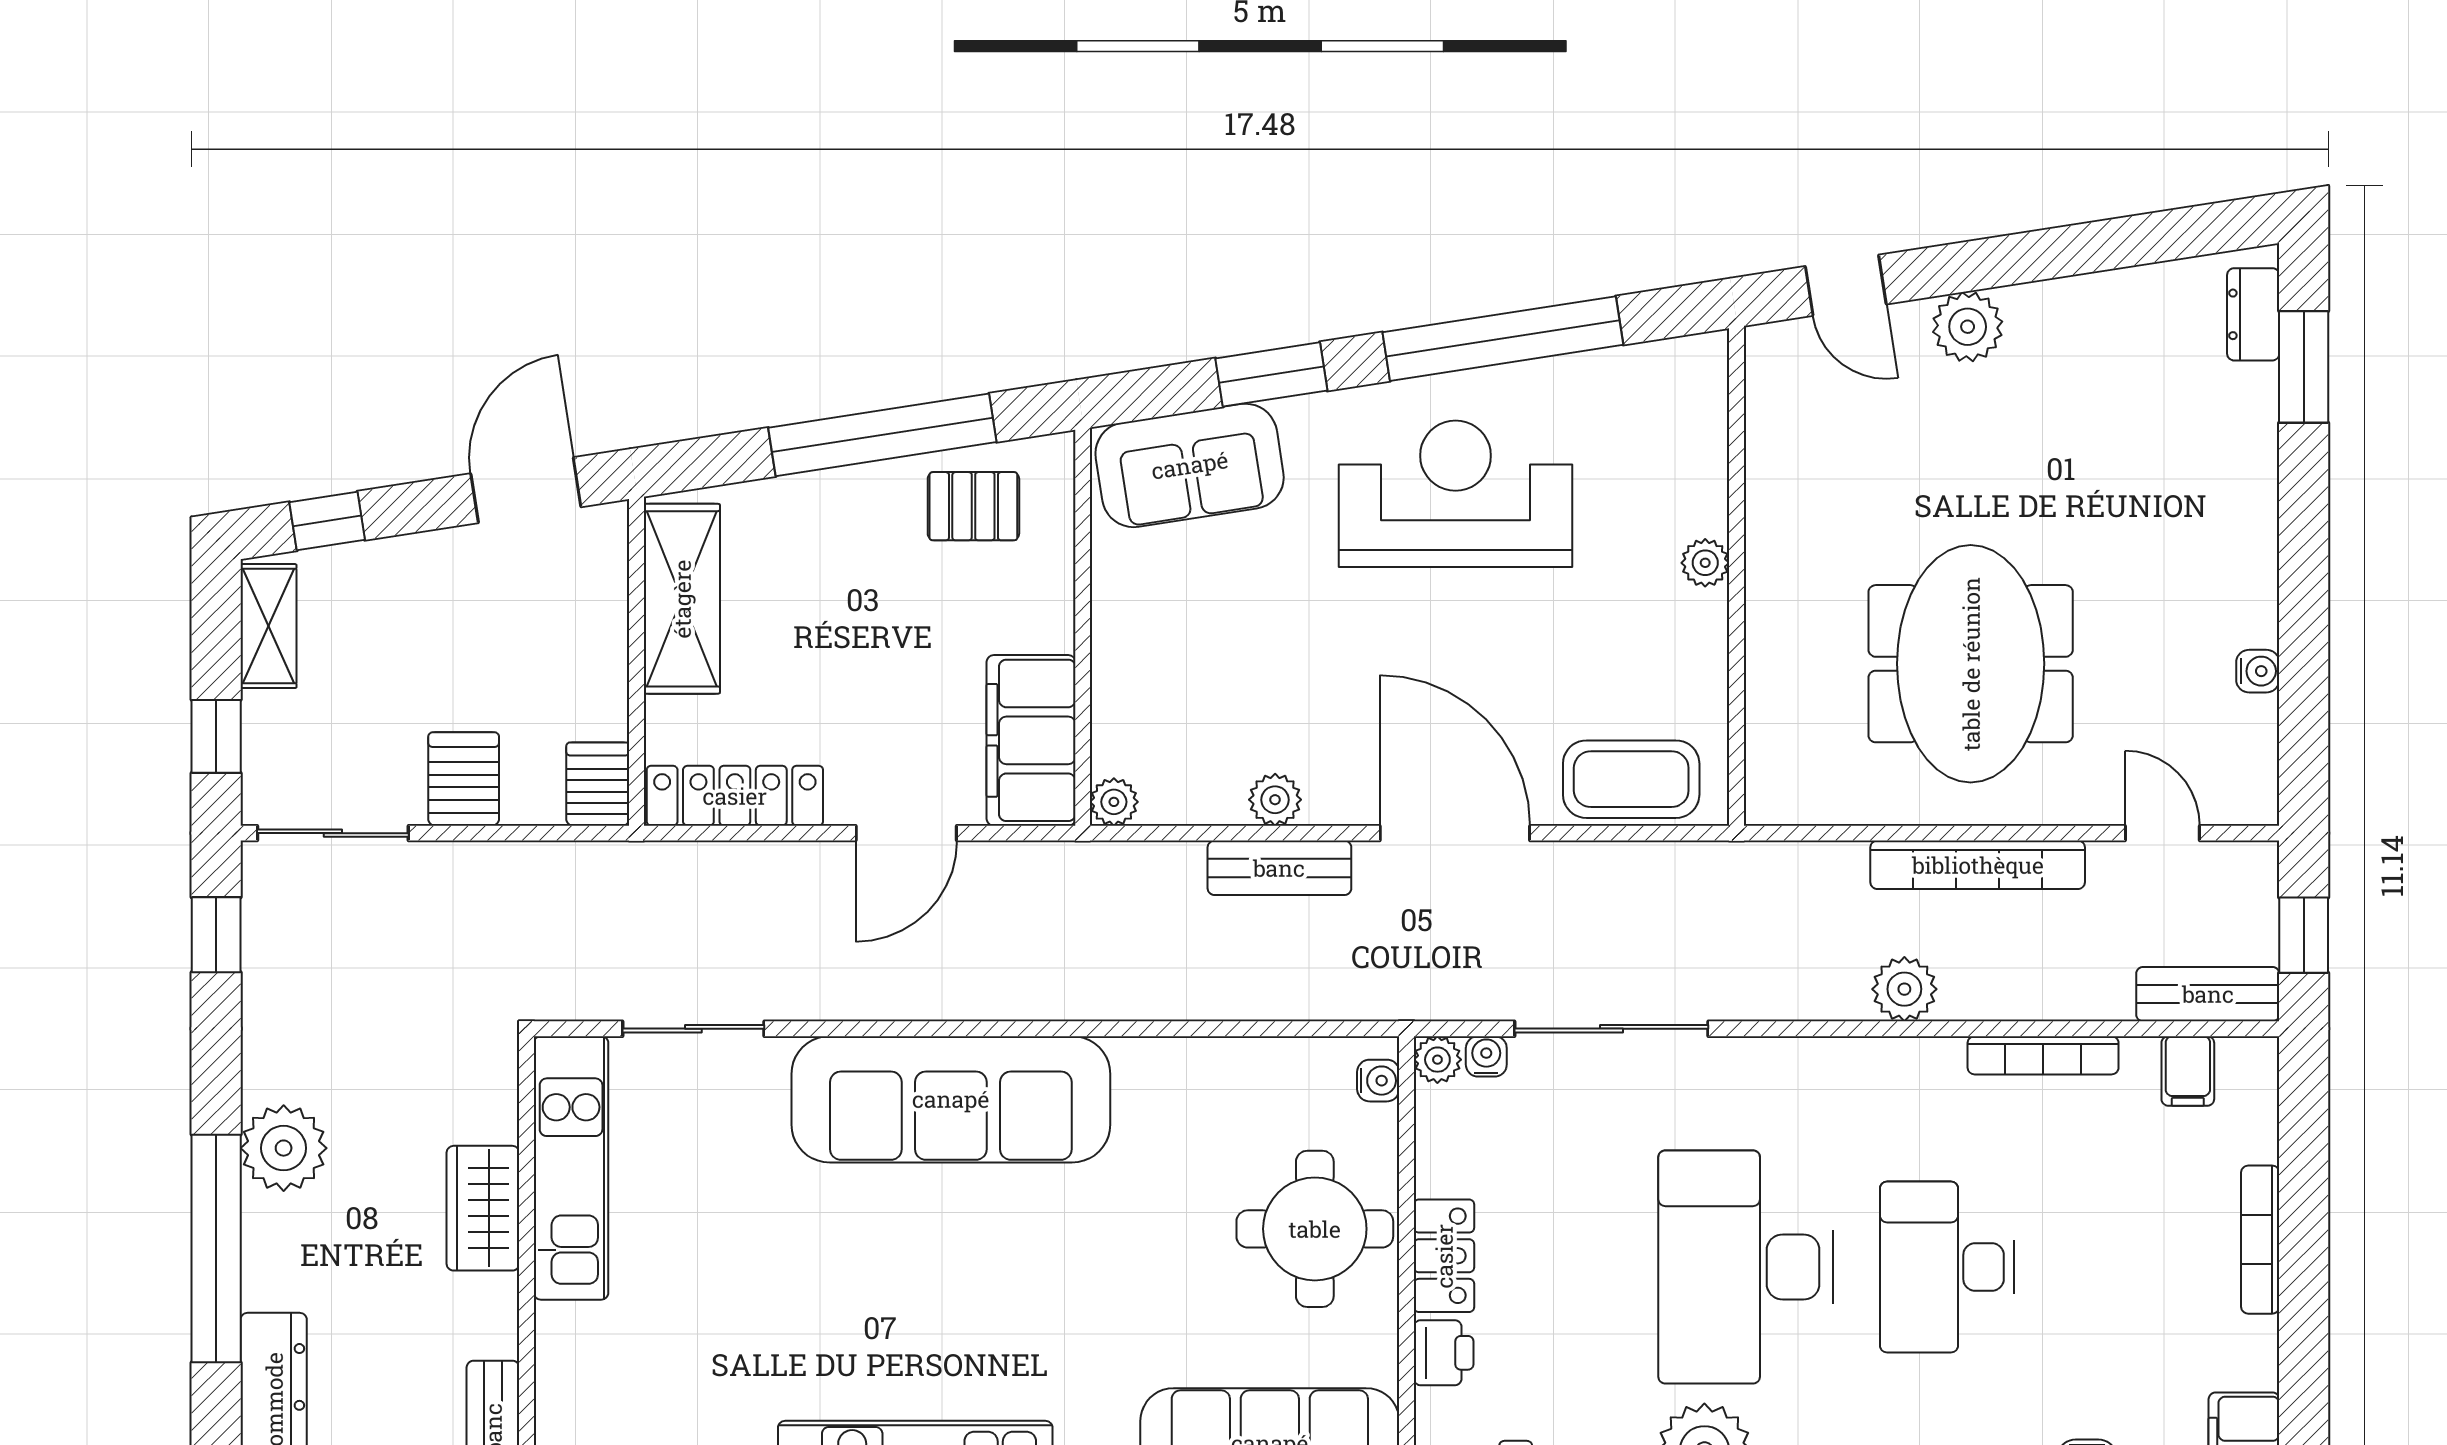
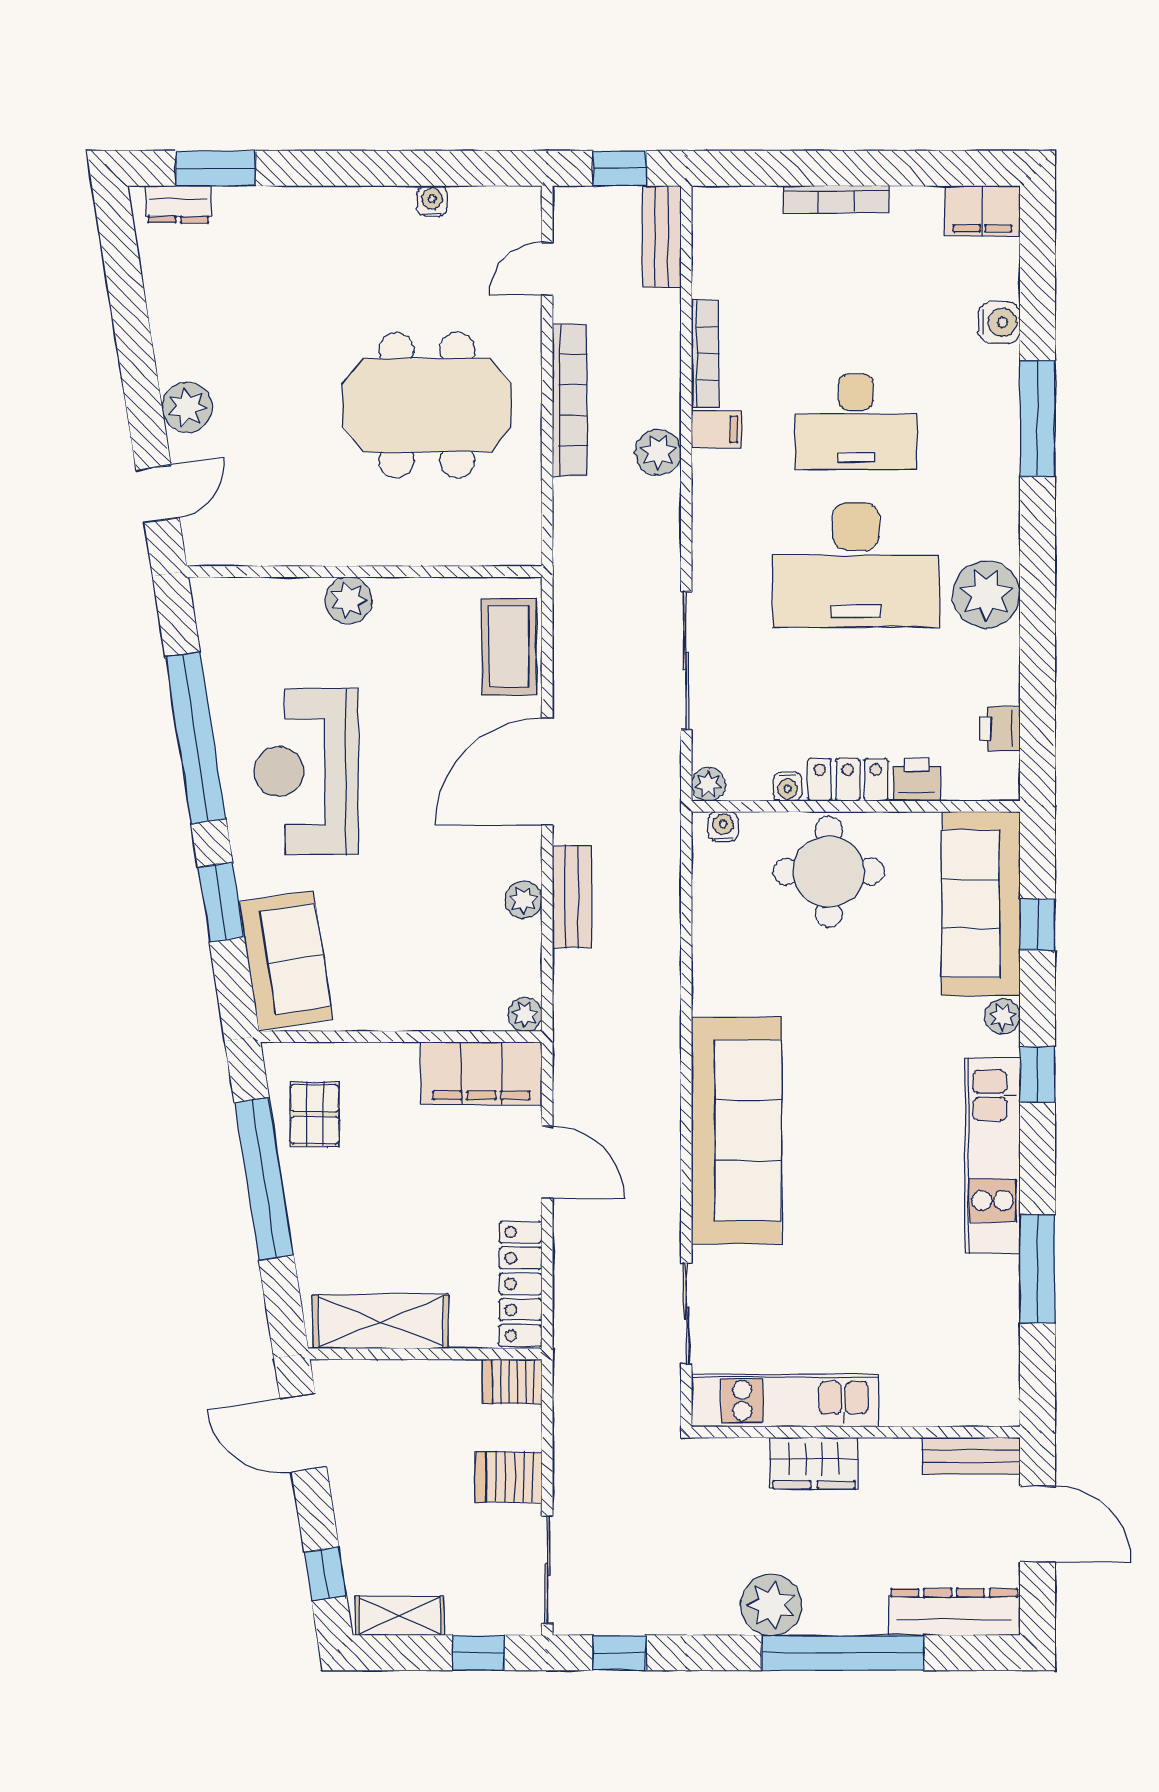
plant: (1705, 563) -> (349, 600), width x1.38, depth x1.38
water cooler: (1486, 1056) -> (787, 787), moved, turned -90
filing cabinet: (2188, 1071) -> (716, 429), moved

